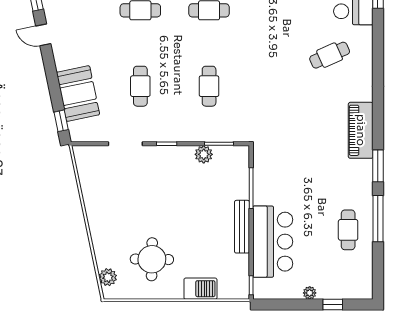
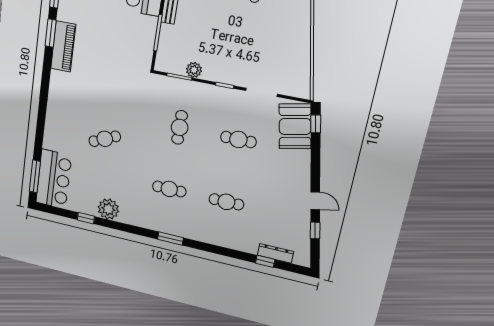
cafe table: (330, 55) -> (105, 139), moved
cafe table: (140, 86) -> (238, 139), turned 90
booth: (78, 93) -> (295, 126), moved
piano: (361, 130) -> (63, 47), moved

